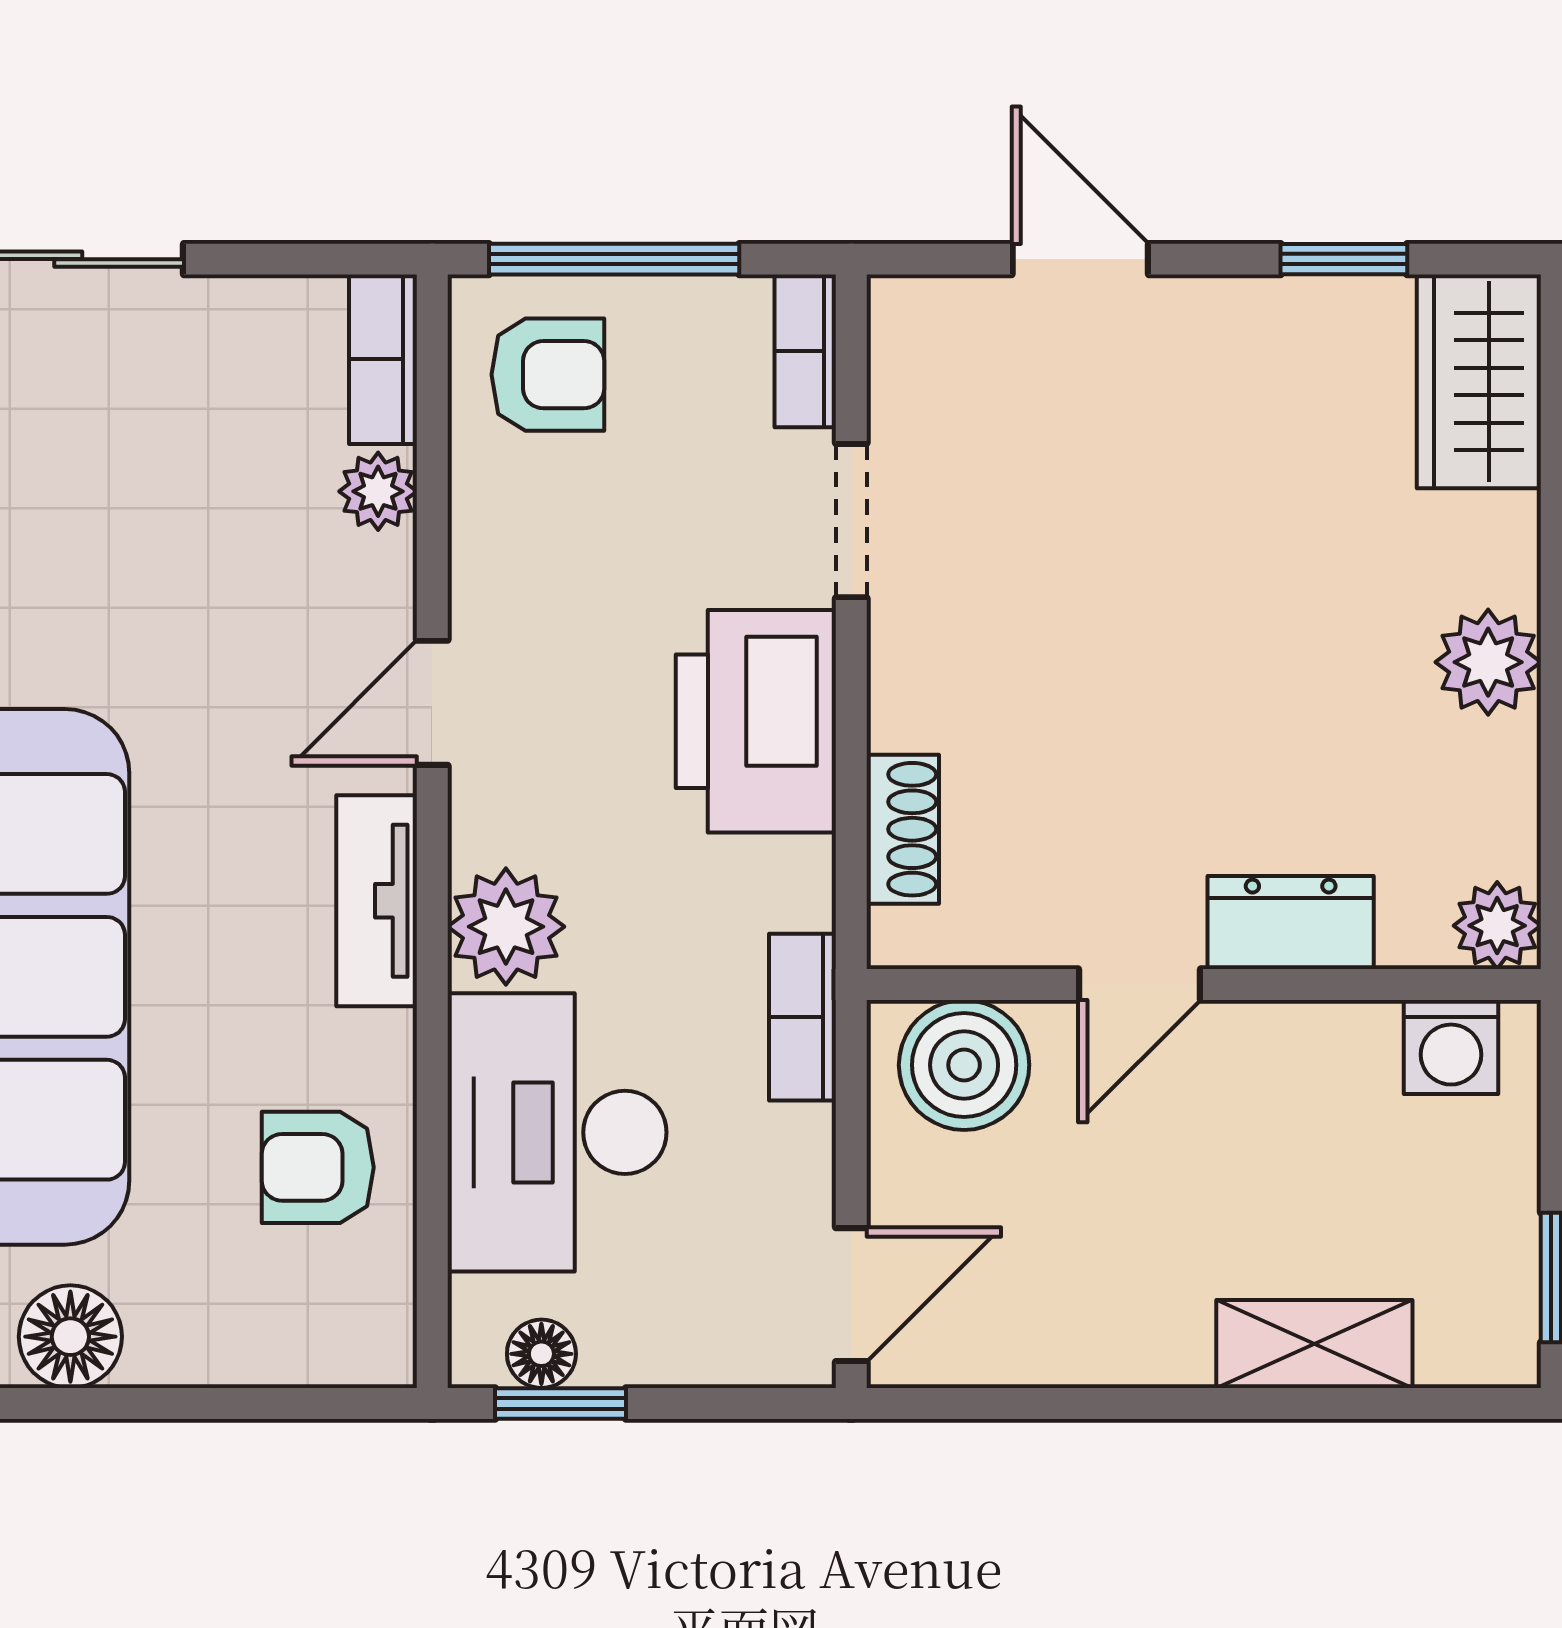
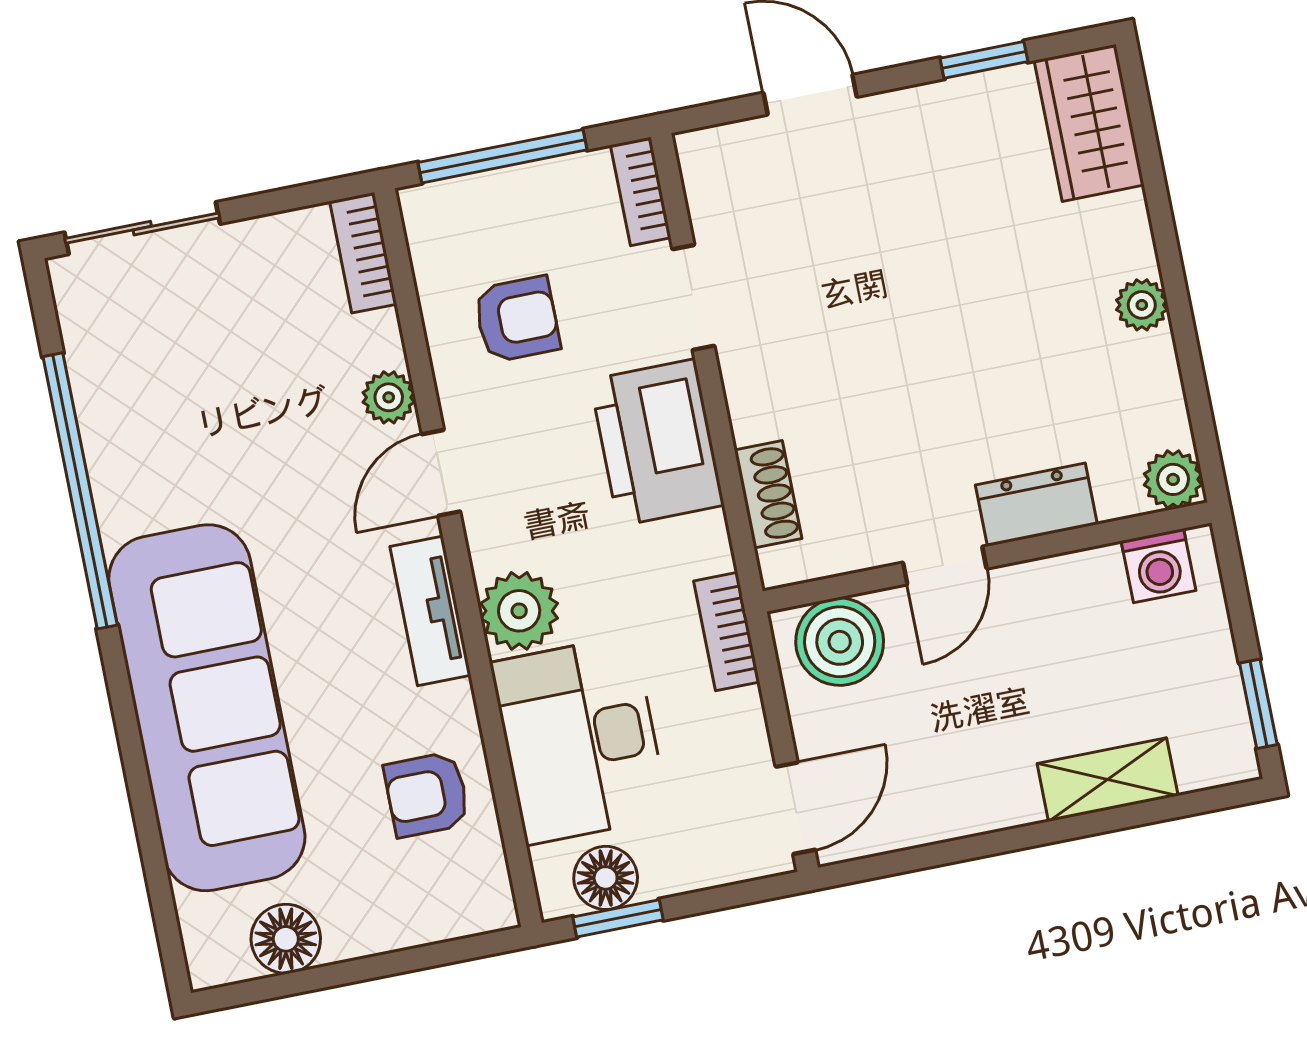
armchair: (548, 375) -> (517, 319), moved
plant: (378, 491) -> (389, 397), moved
plant: (1488, 662) -> (1142, 305), width x0.73, depth x0.73
floor lamp: (541, 1354) -> (606, 878), width x1.37, depth x1.37

